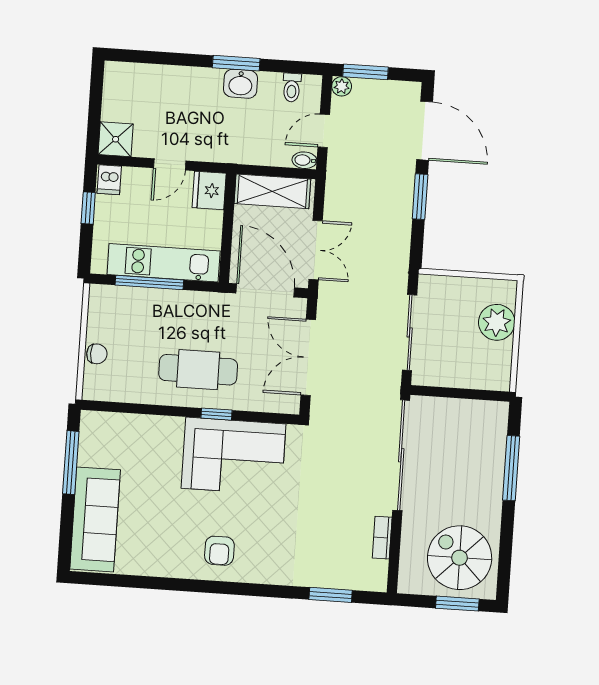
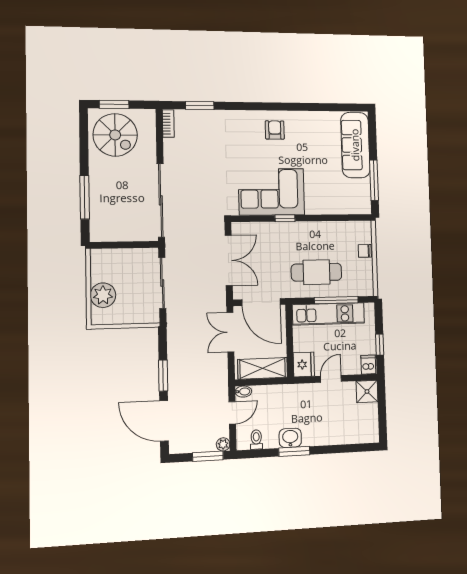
cafe table: (198, 370) -> (316, 272), moved
bookcase: (382, 538) -> (168, 124), moved

